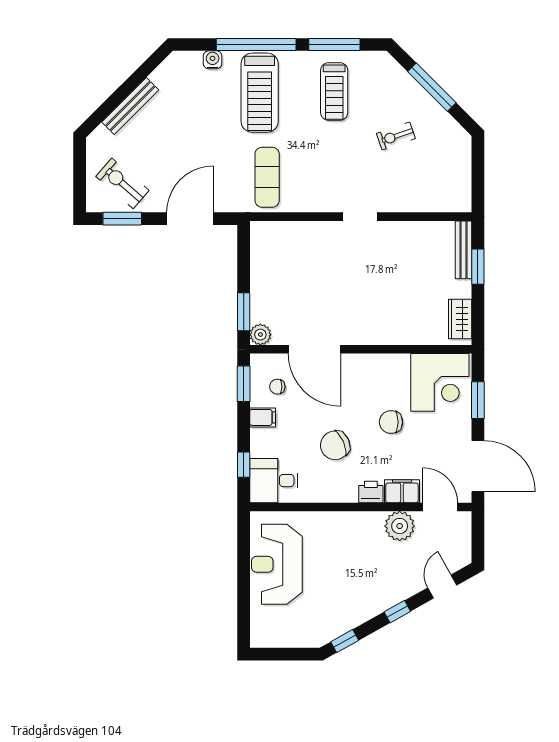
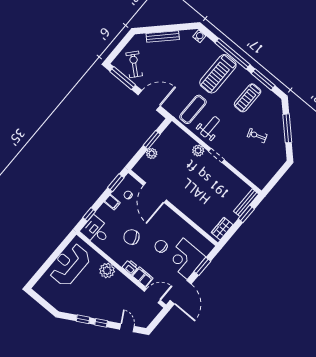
water cooler: (213, 60) -> (199, 36), moved
weight bench: (314, 182) -> (210, 127), added
window: (122, 219) -> (123, 78), width x1.44
plant: (326, 232) -> (198, 151), added
window: (244, 312) -> (152, 140), moved
plant: (260, 335) -> (152, 153), moved
corner desk: (440, 382) -> (185, 259), moved, turned 90
door: (440, 507) -> (152, 296), hinge flipped
plant: (400, 526) -> (107, 270), moved
door: (442, 586) -> (127, 328), hinge flipped
window: (345, 641) -> (83, 319), moved

